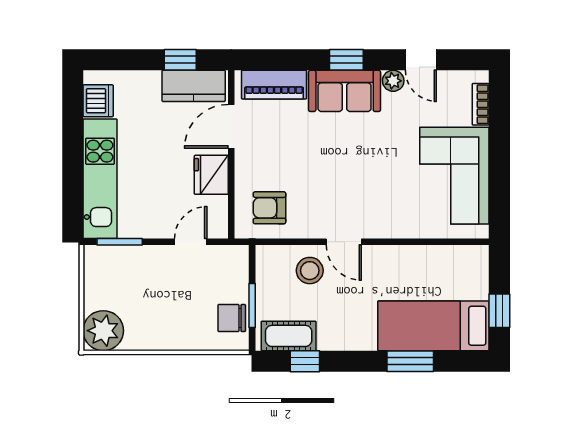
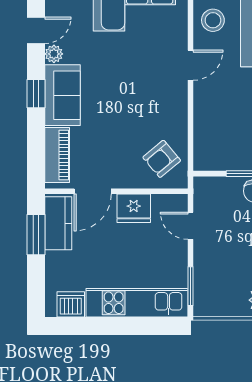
window: (180, 60) -> (36, 235), width x1.50
door: (231, 126) -> (93, 191), hinge flipped
armchair: (269, 208) -> (162, 159), turned 50
door: (344, 242) -> (191, 65), moved
stool: (310, 271) -> (213, 20), moved

